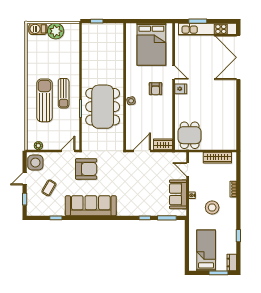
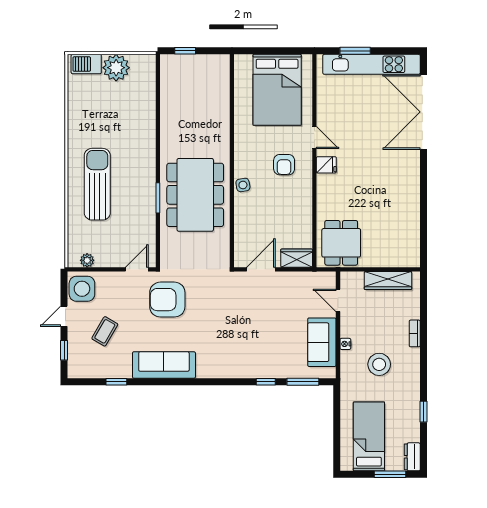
sun lounger: (64, 93) -> (129, 172), removed
armchair: (86, 169) -> (167, 300), turned 180
sofa: (91, 206) -> (164, 365), width x0.74, depth x0.79

